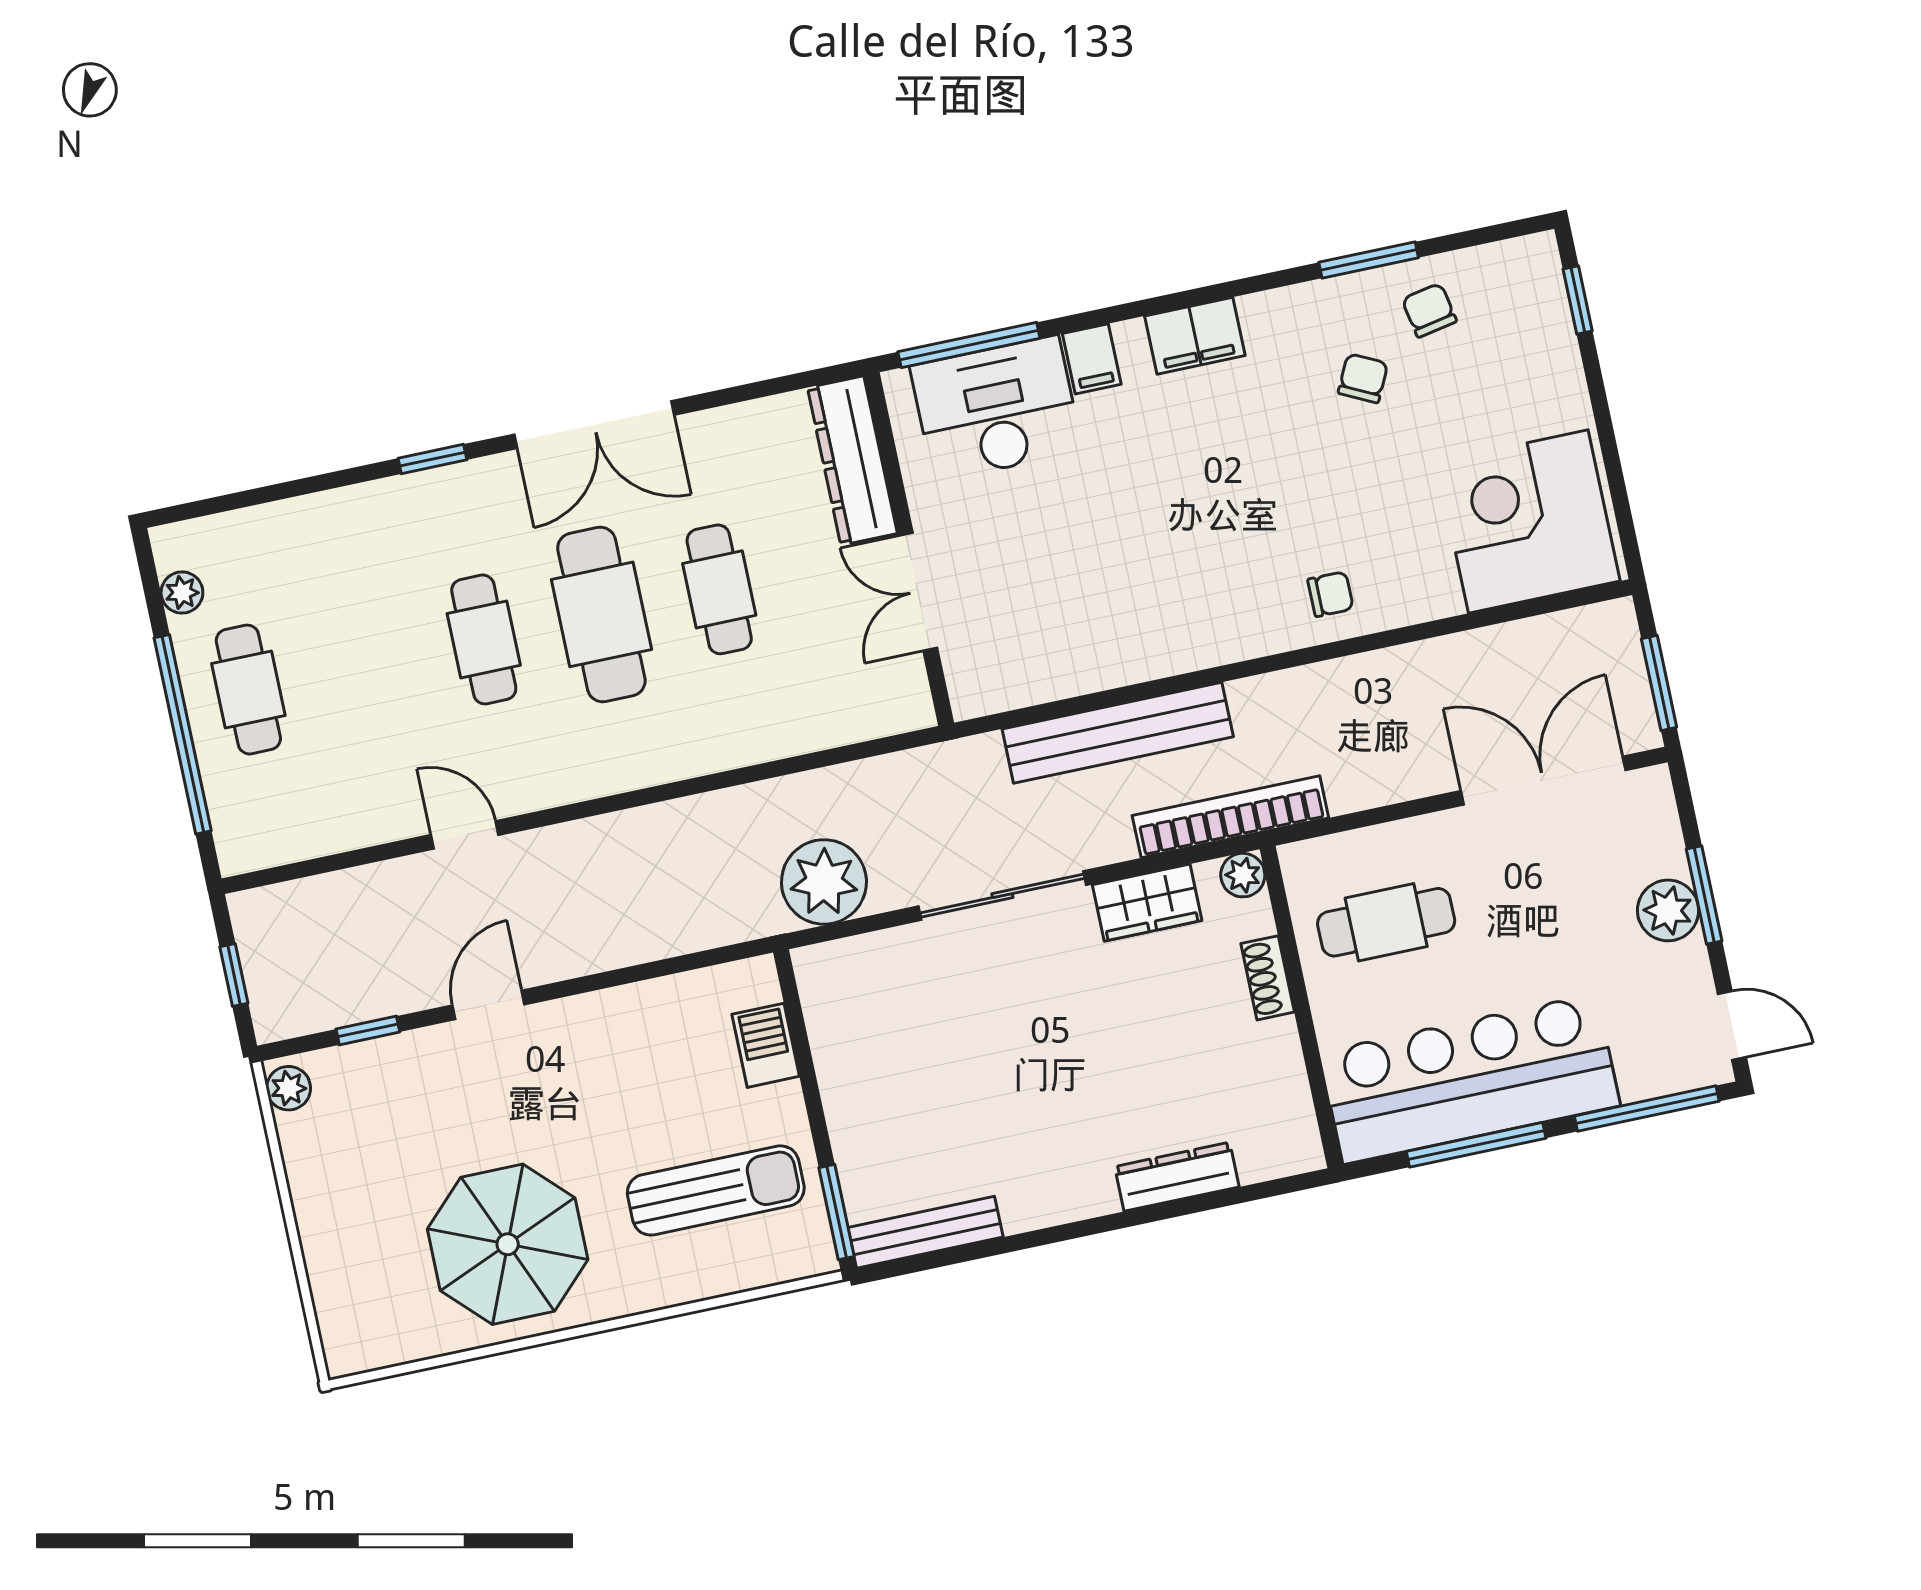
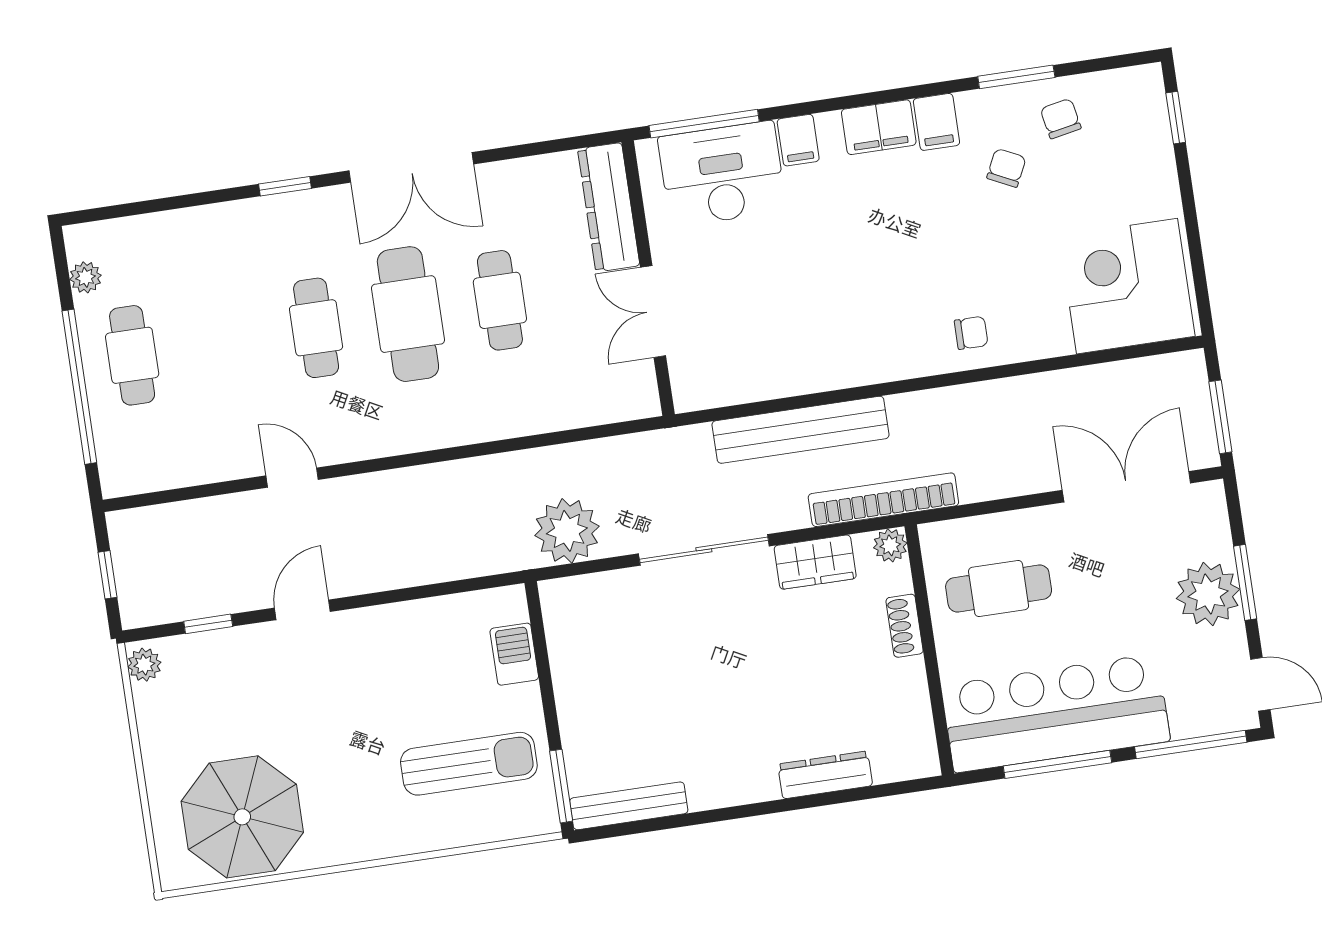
filing cabinet: (1269, 324) -> (936, 122), added
plant: (1668, 910) -> (1208, 594), width x1.36, depth x1.36
parasol: (508, 1244) -> (242, 817), moved

